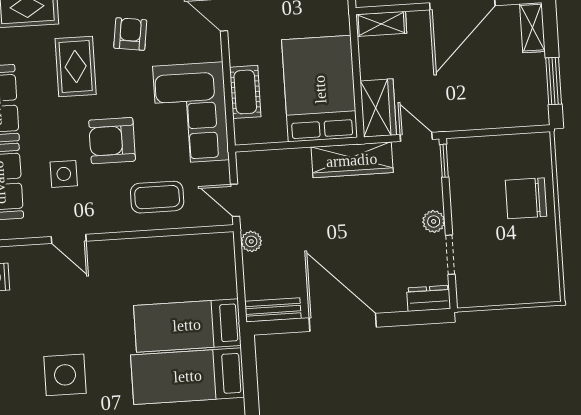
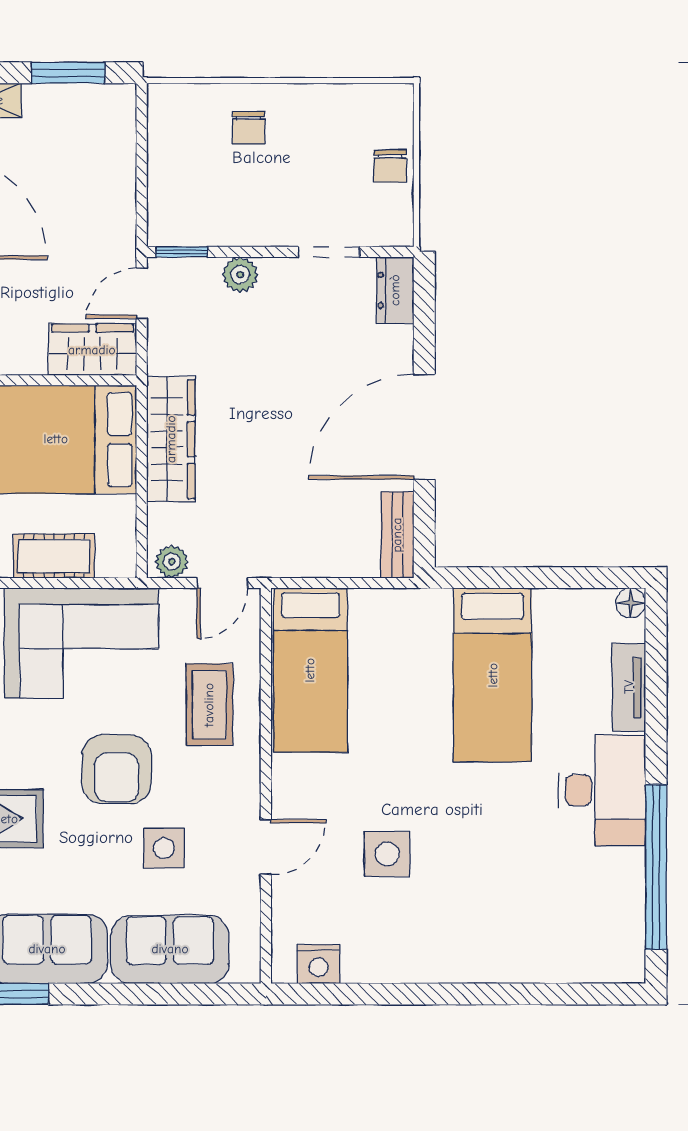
wardrobe: (352, 160) -> (171, 439), moved
chair: (526, 198) -> (249, 128), width x0.54, depth x0.54
plant: (434, 221) -> (240, 275), moved
plant: (251, 241) -> (172, 562), moved
chair: (507, 290) -> (390, 166), added
bed: (187, 325) -> (310, 670), moved
side table: (65, 375) -> (387, 854), moved, width x0.73, depth x0.73

